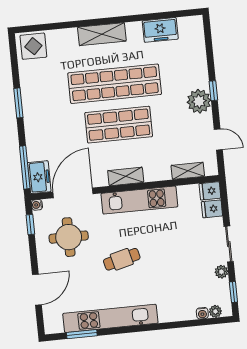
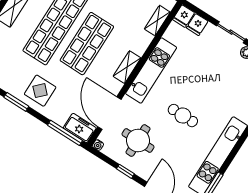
display table: (45, 116) -> (40, 91), added
window: (30, 225) -> (125, 171), moved
cafe table: (122, 259) -> (183, 116), turned -76

